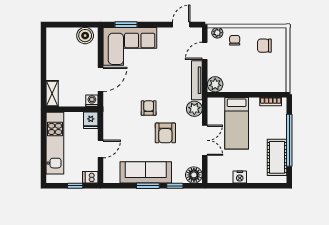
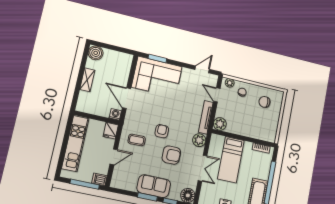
boiler: (85, 36) -> (96, 53), moved
door: (205, 51) -> (217, 95), hinge flipped
door: (100, 79) -> (126, 98), swing flipped
shelving: (52, 93) -> (87, 80), moved
coffee table: (122, 124) -> (137, 140), added
armchair: (165, 133) -> (171, 155), turned -90
sofa: (146, 172) -> (154, 186), width x0.73
window: (75, 186) -> (85, 184), width x2.17

